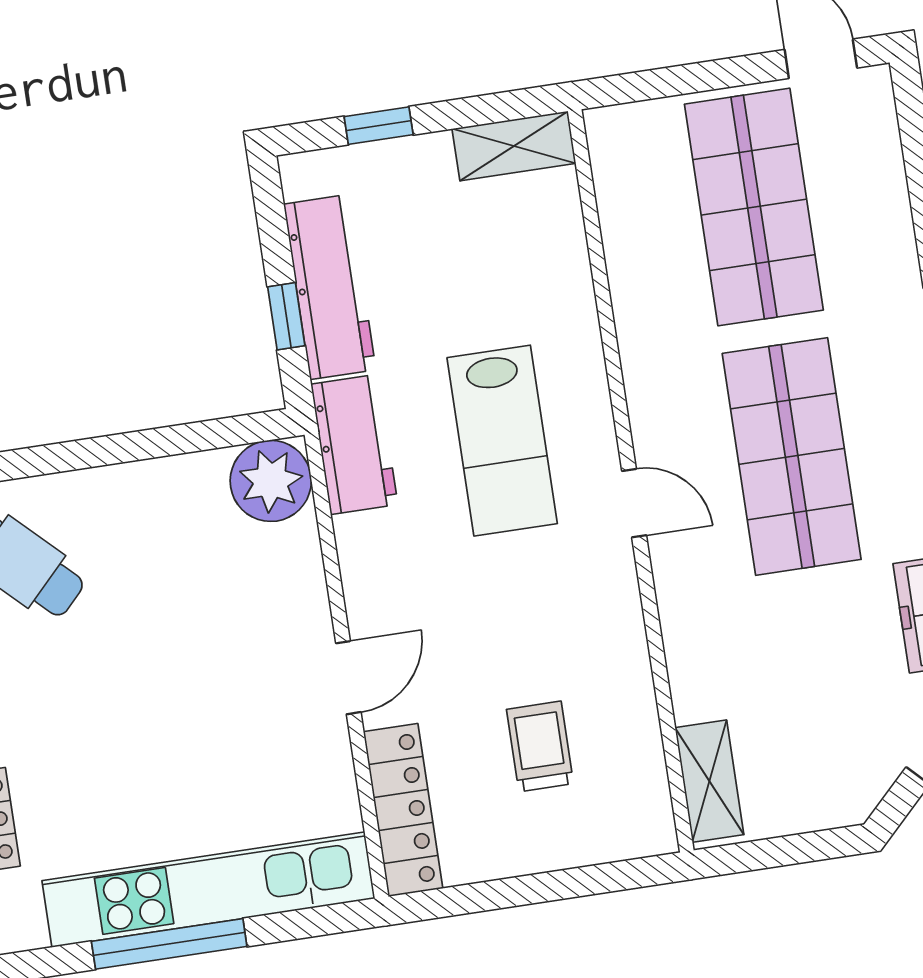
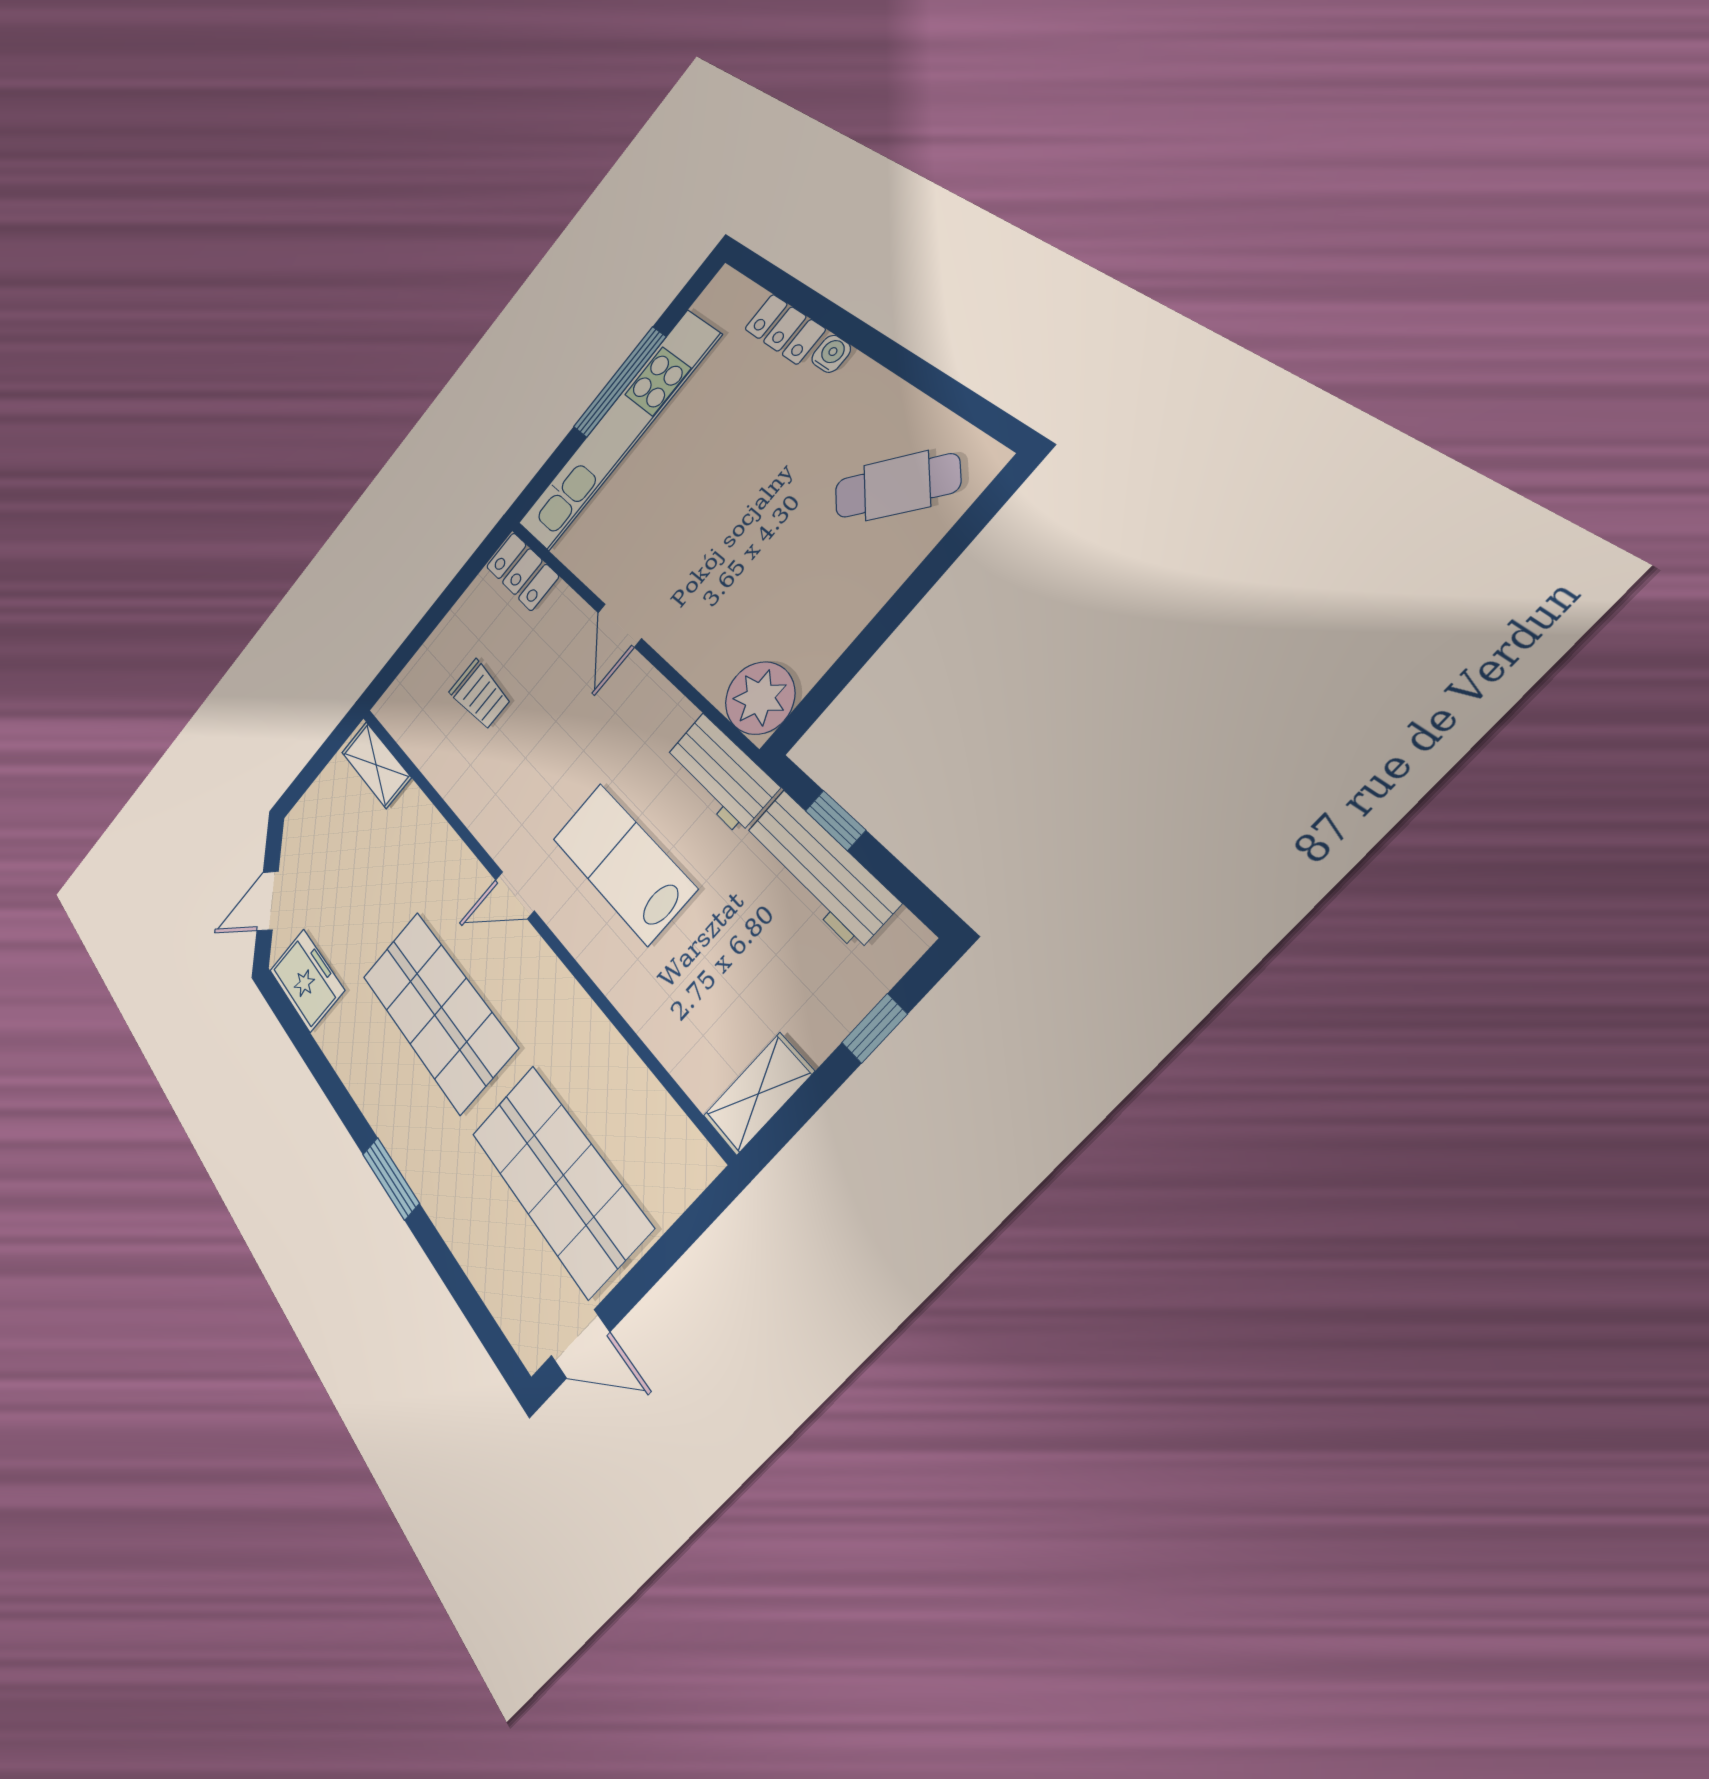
locker: (403, 810) -> (522, 571), width x0.66

